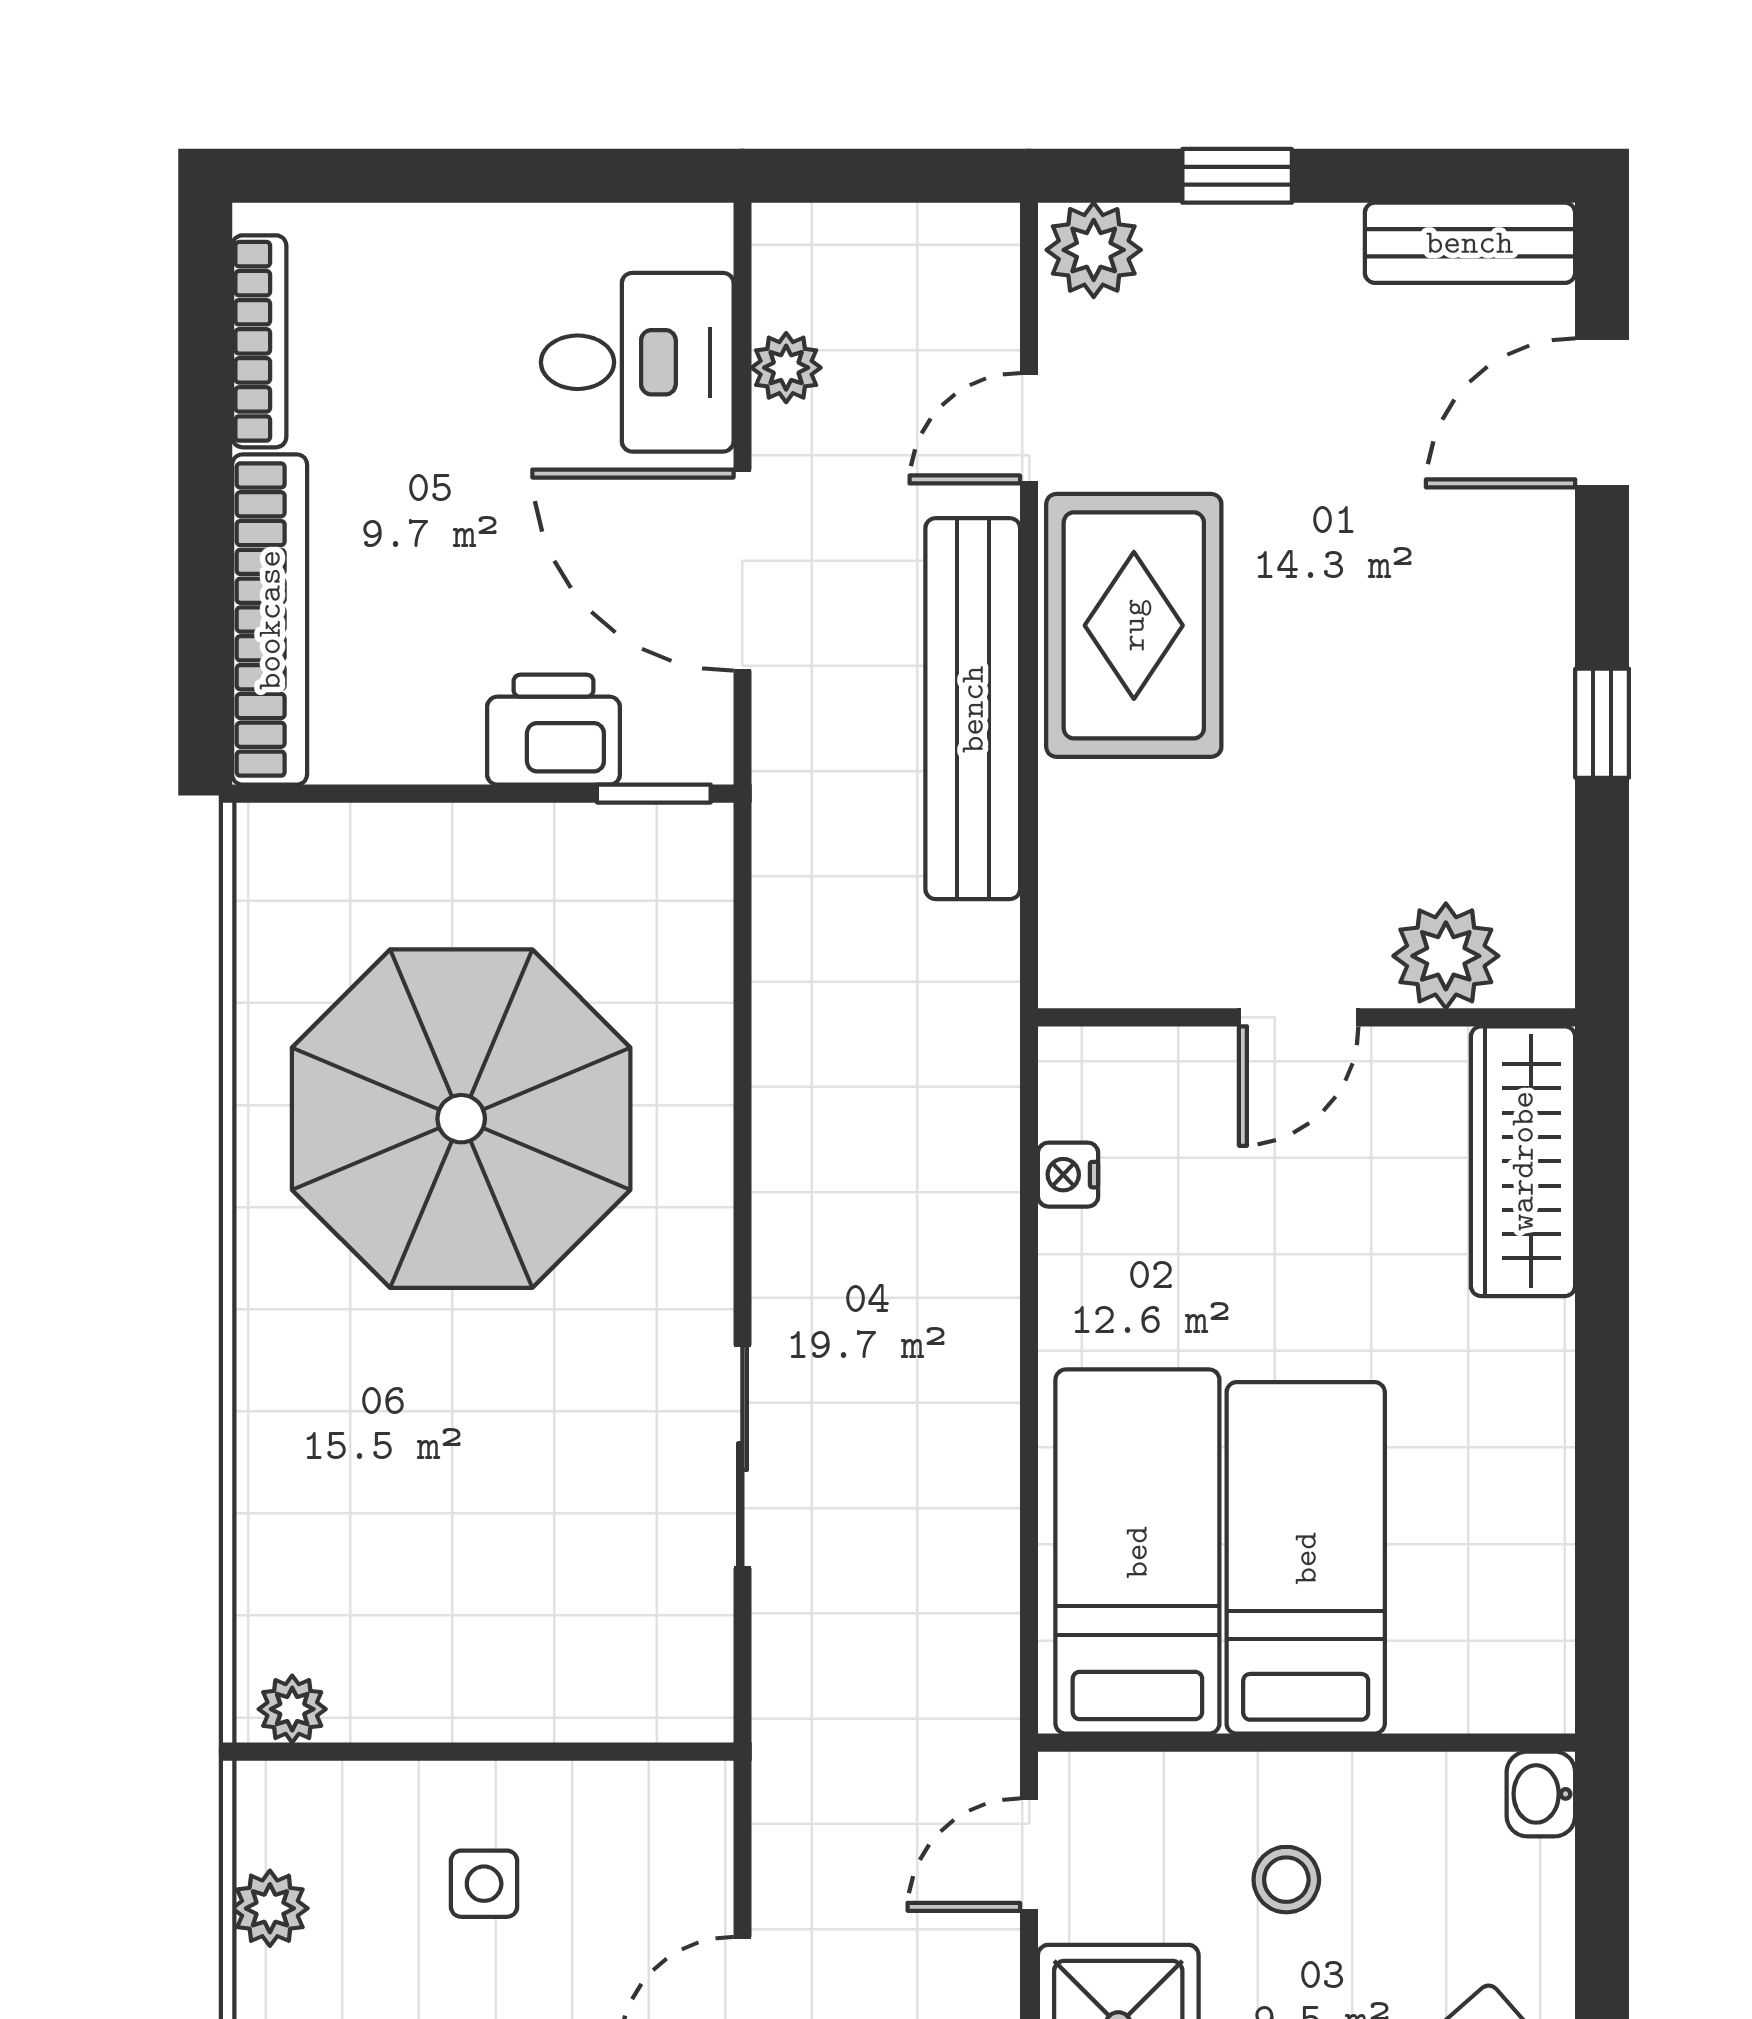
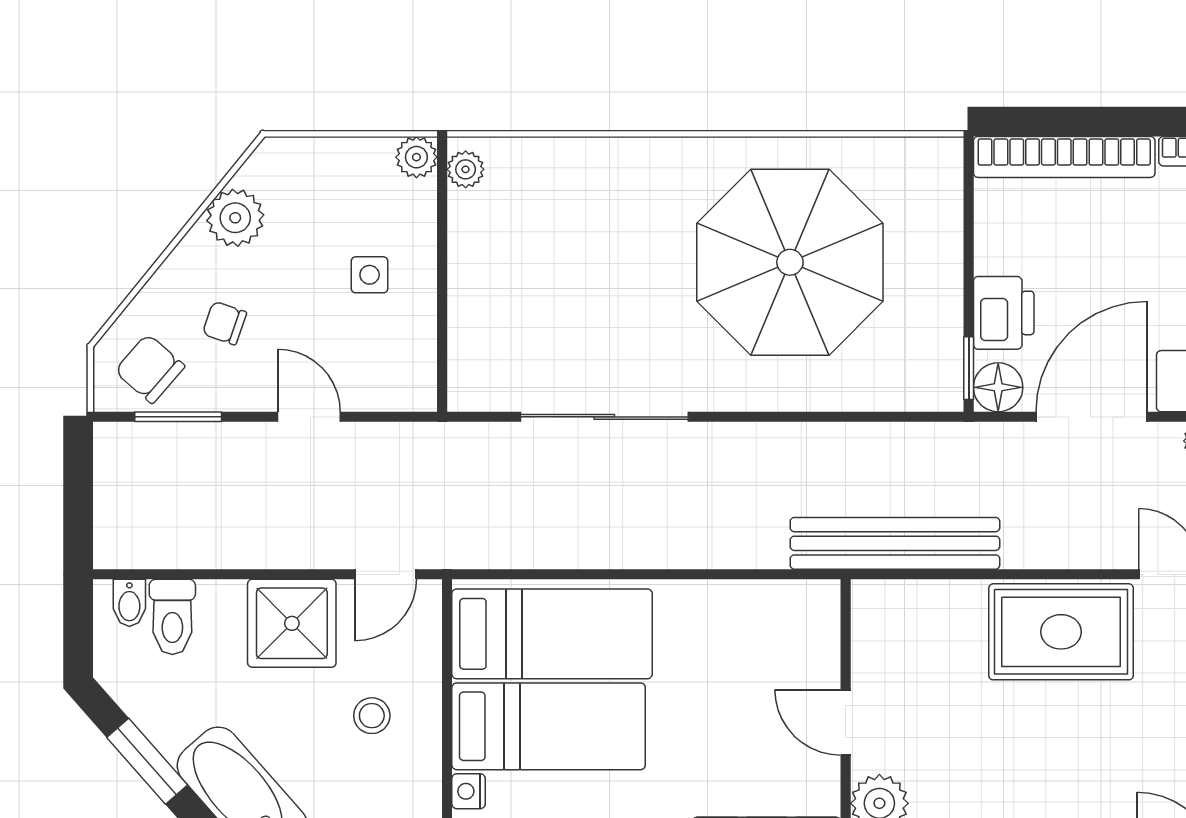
bench: (973, 709) -> (895, 543), moved
floor lamp: (689, 740) -> (998, 387), added
nightstand: (1068, 1175) -> (469, 791), moved, turned -90
sliding door: (742, 1457) -> (604, 417), width x1.37
door: (1029, 1855) -> (386, 574), swing flipped
plant: (270, 1908) -> (416, 157), moved

